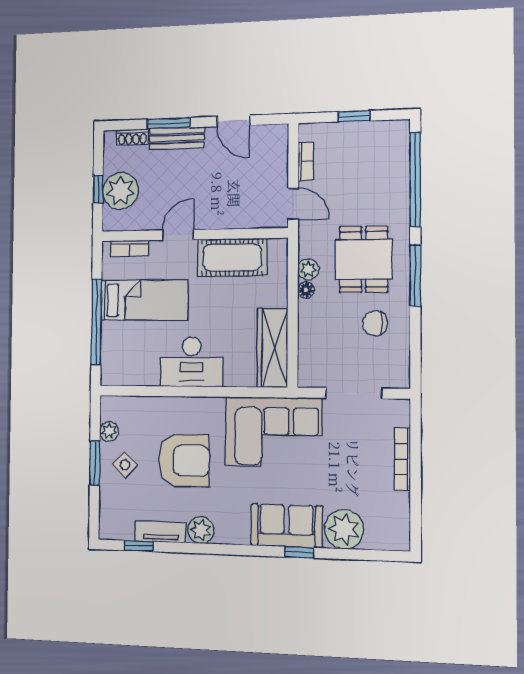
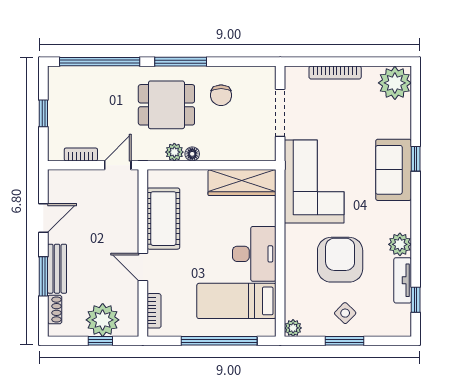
bed: (144, 300) -> (236, 301), moved, turned -90
plant: (109, 431) -> (293, 328), moved
plant: (344, 529) -> (395, 83), moved

